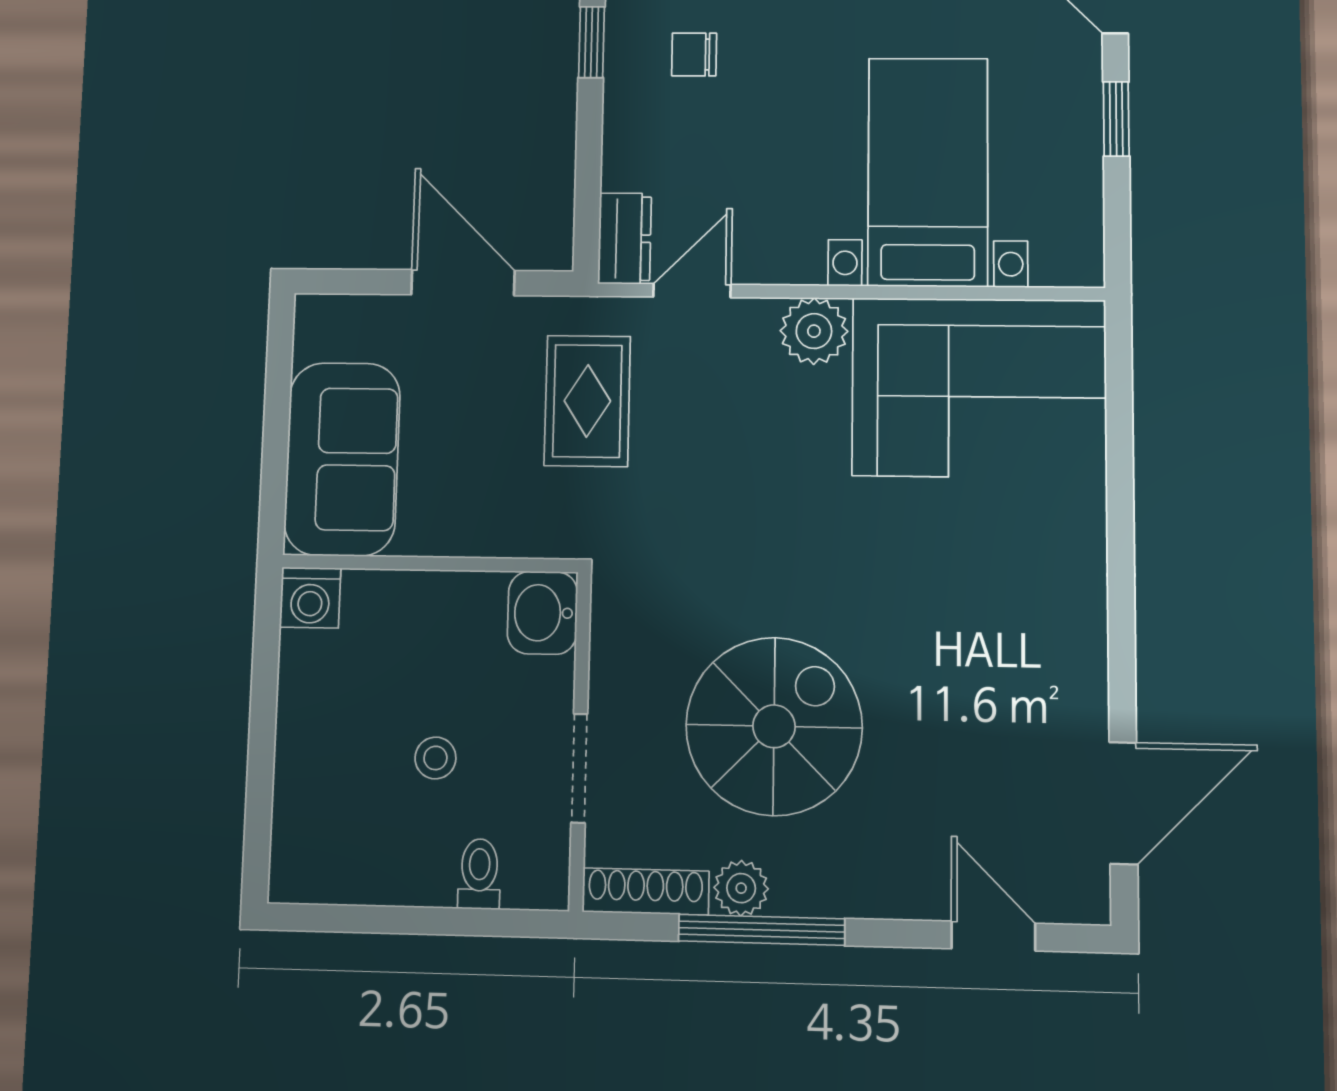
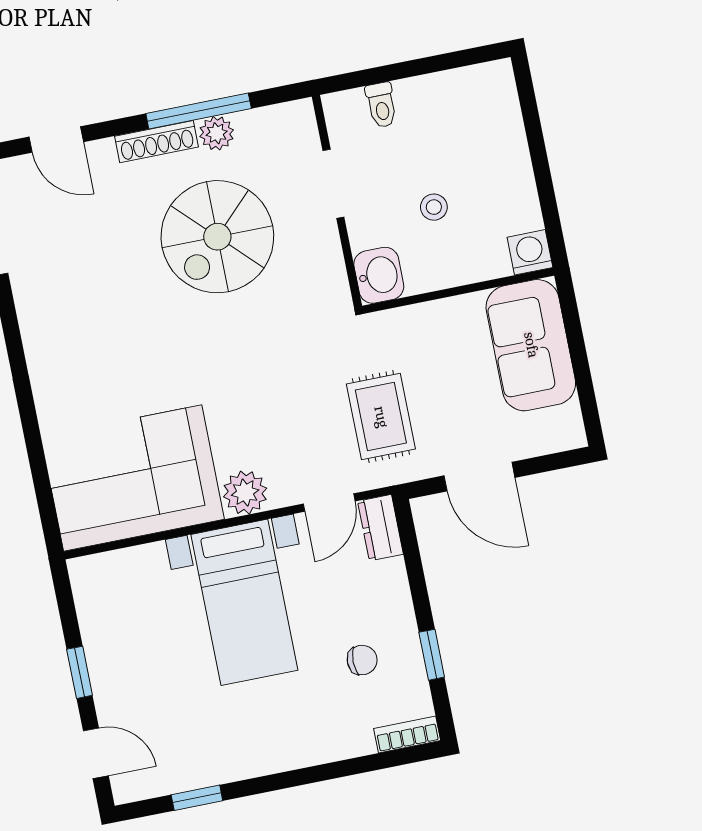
bed with nightstands: (928, 172) -> (244, 602), moved
stool: (435, 758) -> (434, 207), moved
shoe rack: (646, 892) -> (156, 142), moved

